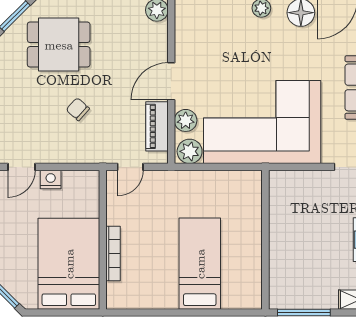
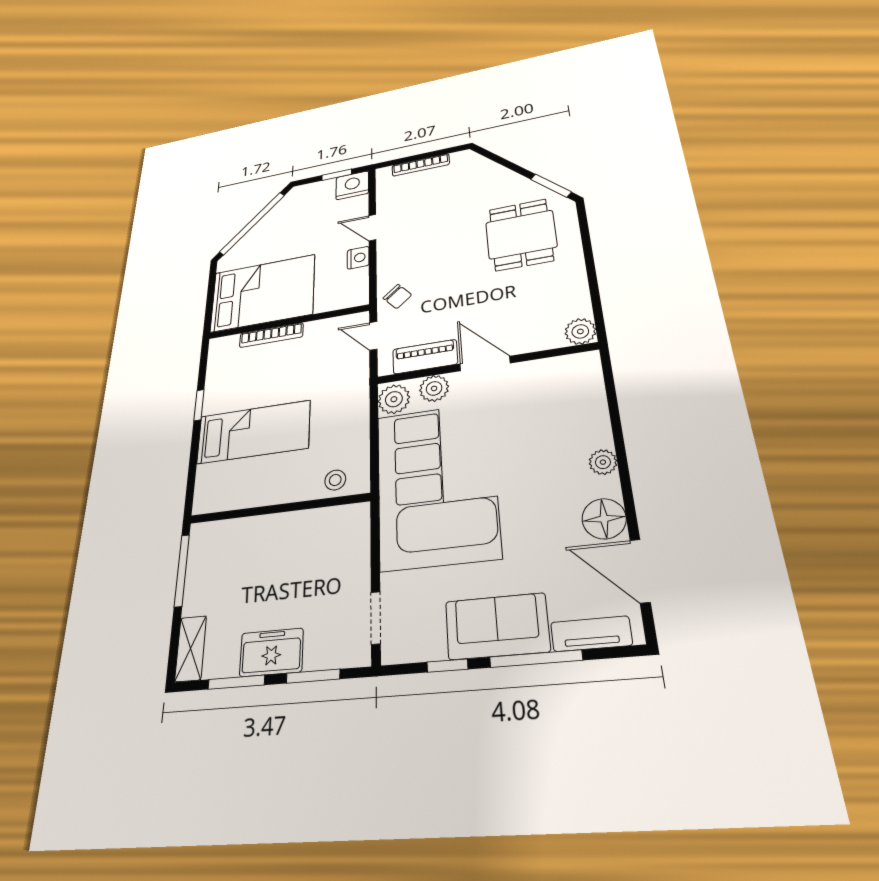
chair: (78, 109) -> (397, 297), moved, turned 97
stool: (249, 197) -> (335, 480), added
window: (168, 312) -> (199, 405), added

